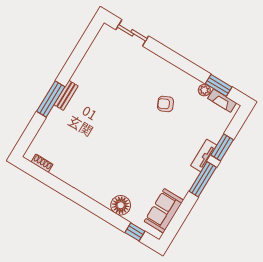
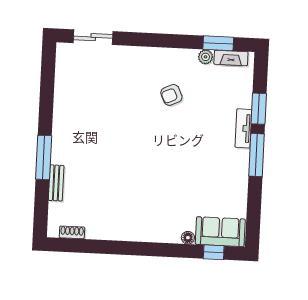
bench: (66, 95) -> (56, 183), moved
floor lamp: (121, 205) -> (188, 238), width x0.53, depth x0.53
sofa: (164, 211) -> (220, 232), moved, turned 90

